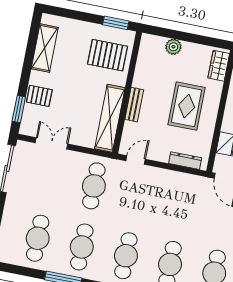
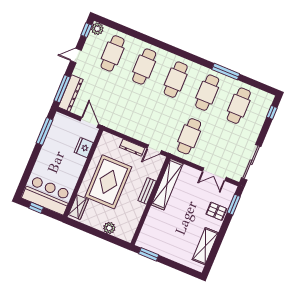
pallet: (108, 55) -> (160, 231), removed
rug: (187, 106) -> (108, 182), width x1.37, depth x1.44
dresser: (185, 161) -> (132, 148), moved

